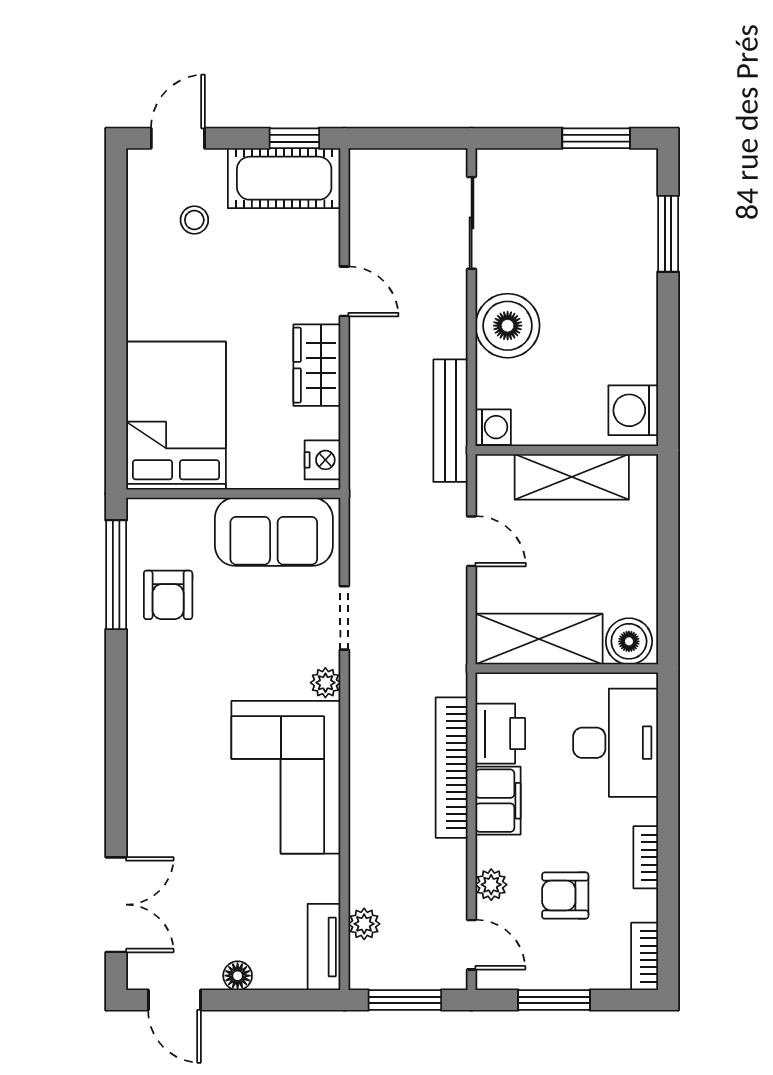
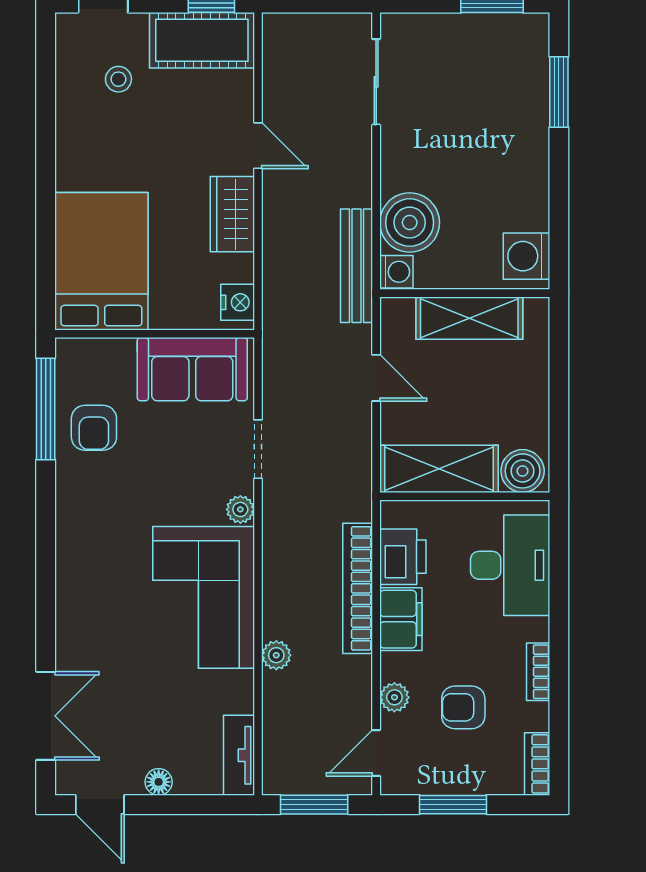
boiler: (508, 326) -> (410, 223), moved
plant: (364, 924) -> (276, 655), moved
door: (472, 945) -> (376, 753), swing flipped

